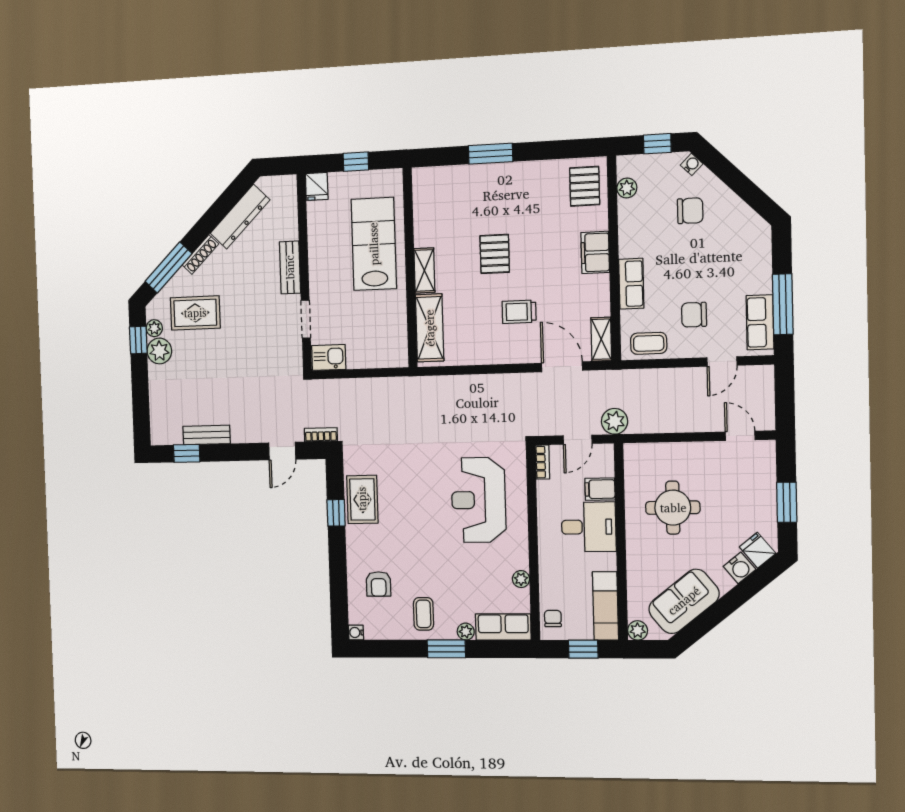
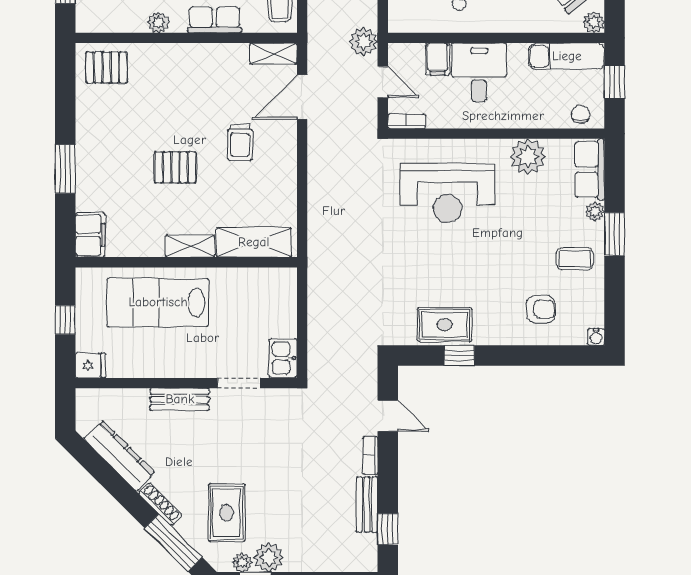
plant: (627, 188) -> (158, 22), moved
filing cabinet: (595, 252) -> (90, 235), moved, turned -90
bookcase: (321, 435) -> (370, 456), moved
plant: (521, 579) -> (528, 157), width x1.87, depth x1.87
chair: (553, 619) -> (580, 114), turned 90

